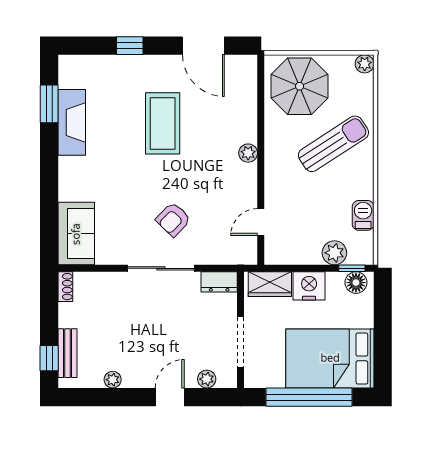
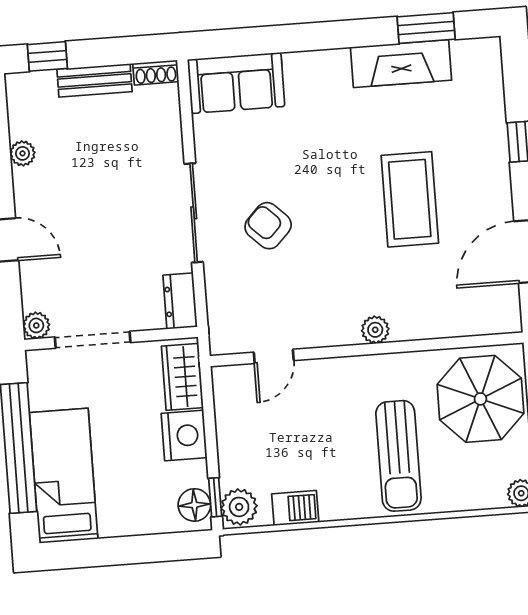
coffee table: (163, 123) -> (410, 199), turned 90
sun lounger: (333, 144) -> (398, 456), turned 33
door: (261, 222) -> (274, 356), swing flipped
plant: (334, 253) -> (239, 507), moved
bench: (68, 353) -> (94, 80), moved
bed: (330, 358) -> (64, 476), width x0.67
plant: (207, 379) -> (36, 325), moved

